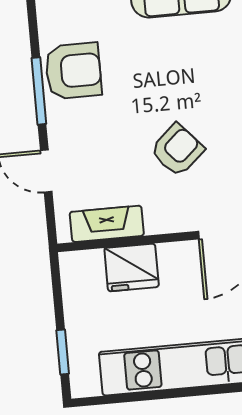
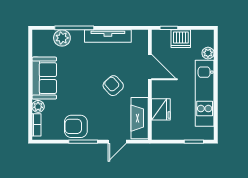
armchair: (73, 71) -> (76, 126), turned -90
fireplace: (107, 224) -> (140, 118), width x1.37, depth x1.32

